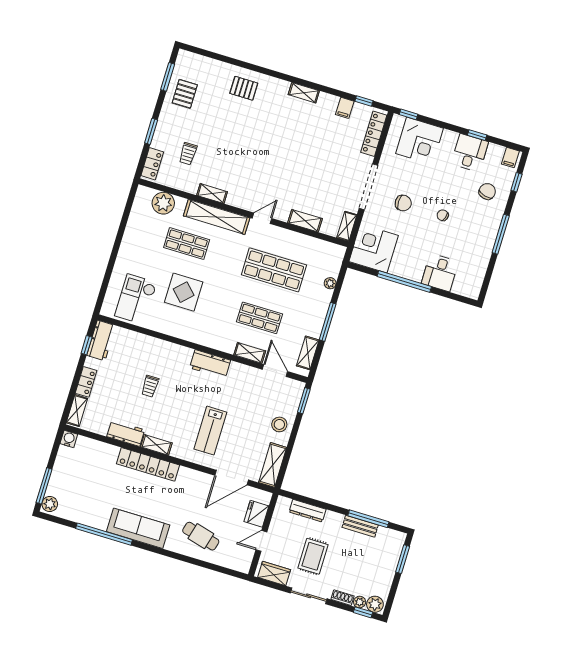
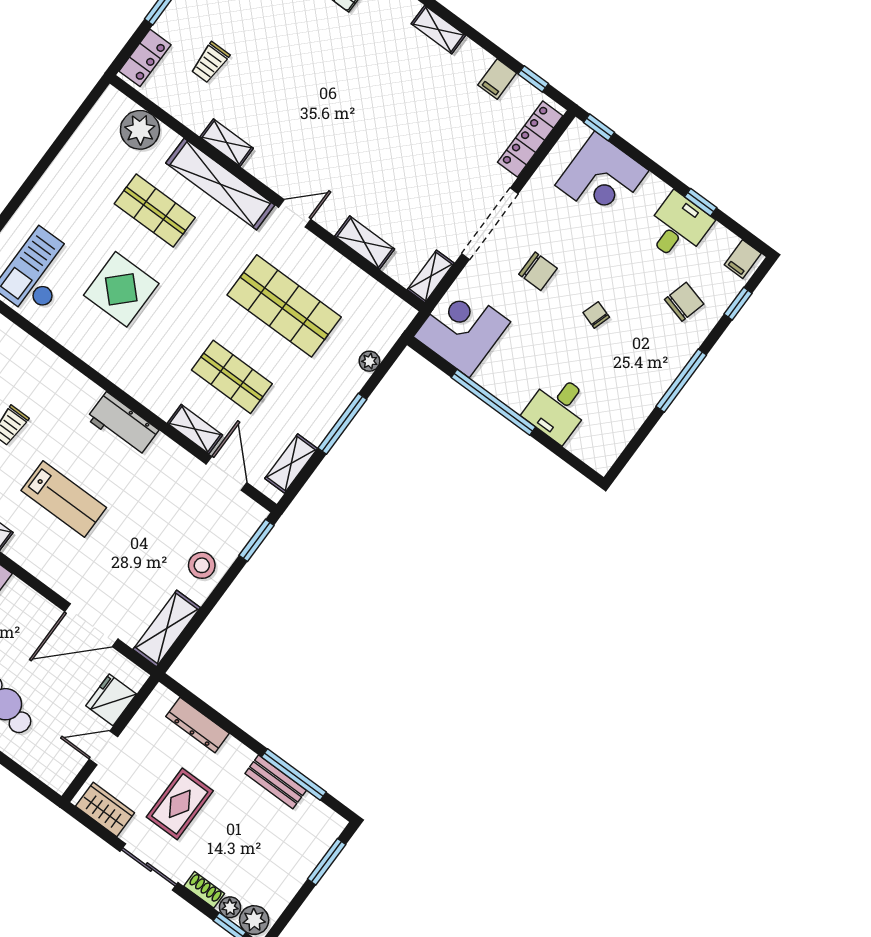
lab bench: (210, 431) -> (64, 499), moved, turned -90

